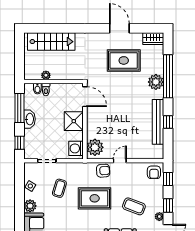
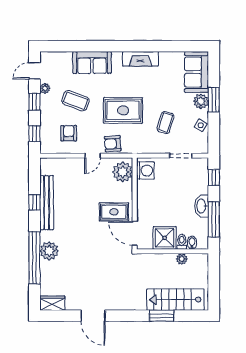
window: (63, 28) -> (162, 316), added
rug: (124, 60) -> (114, 212), moved, width x0.73, depth x0.70
shower: (74, 121) -> (165, 238), moved
armchair: (154, 172) -> (69, 133), moved
window: (19, 207) -> (214, 100), added

